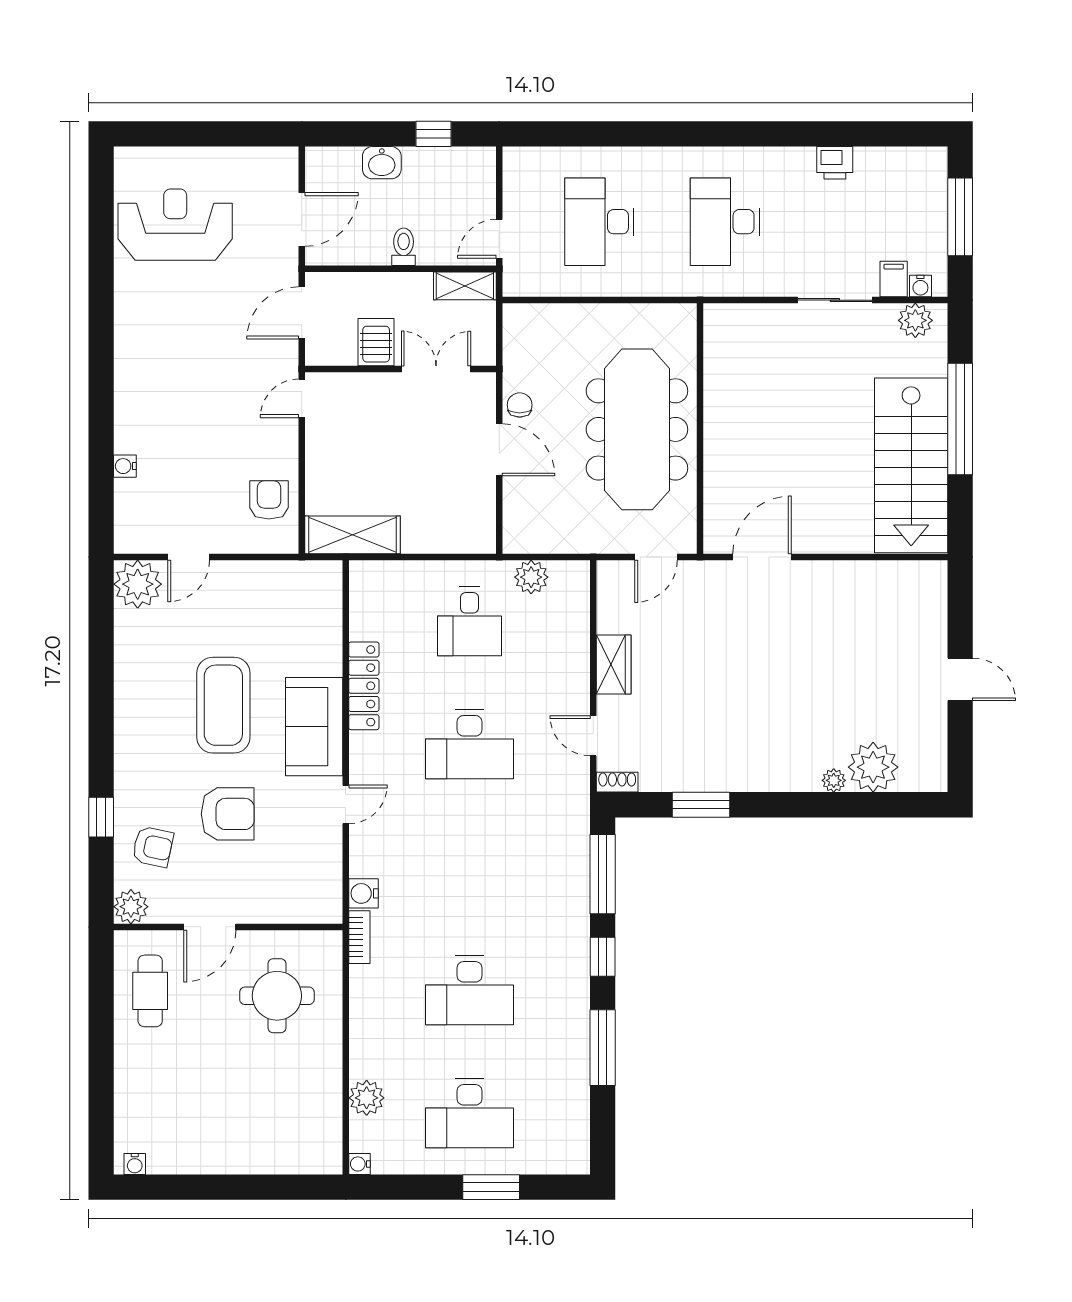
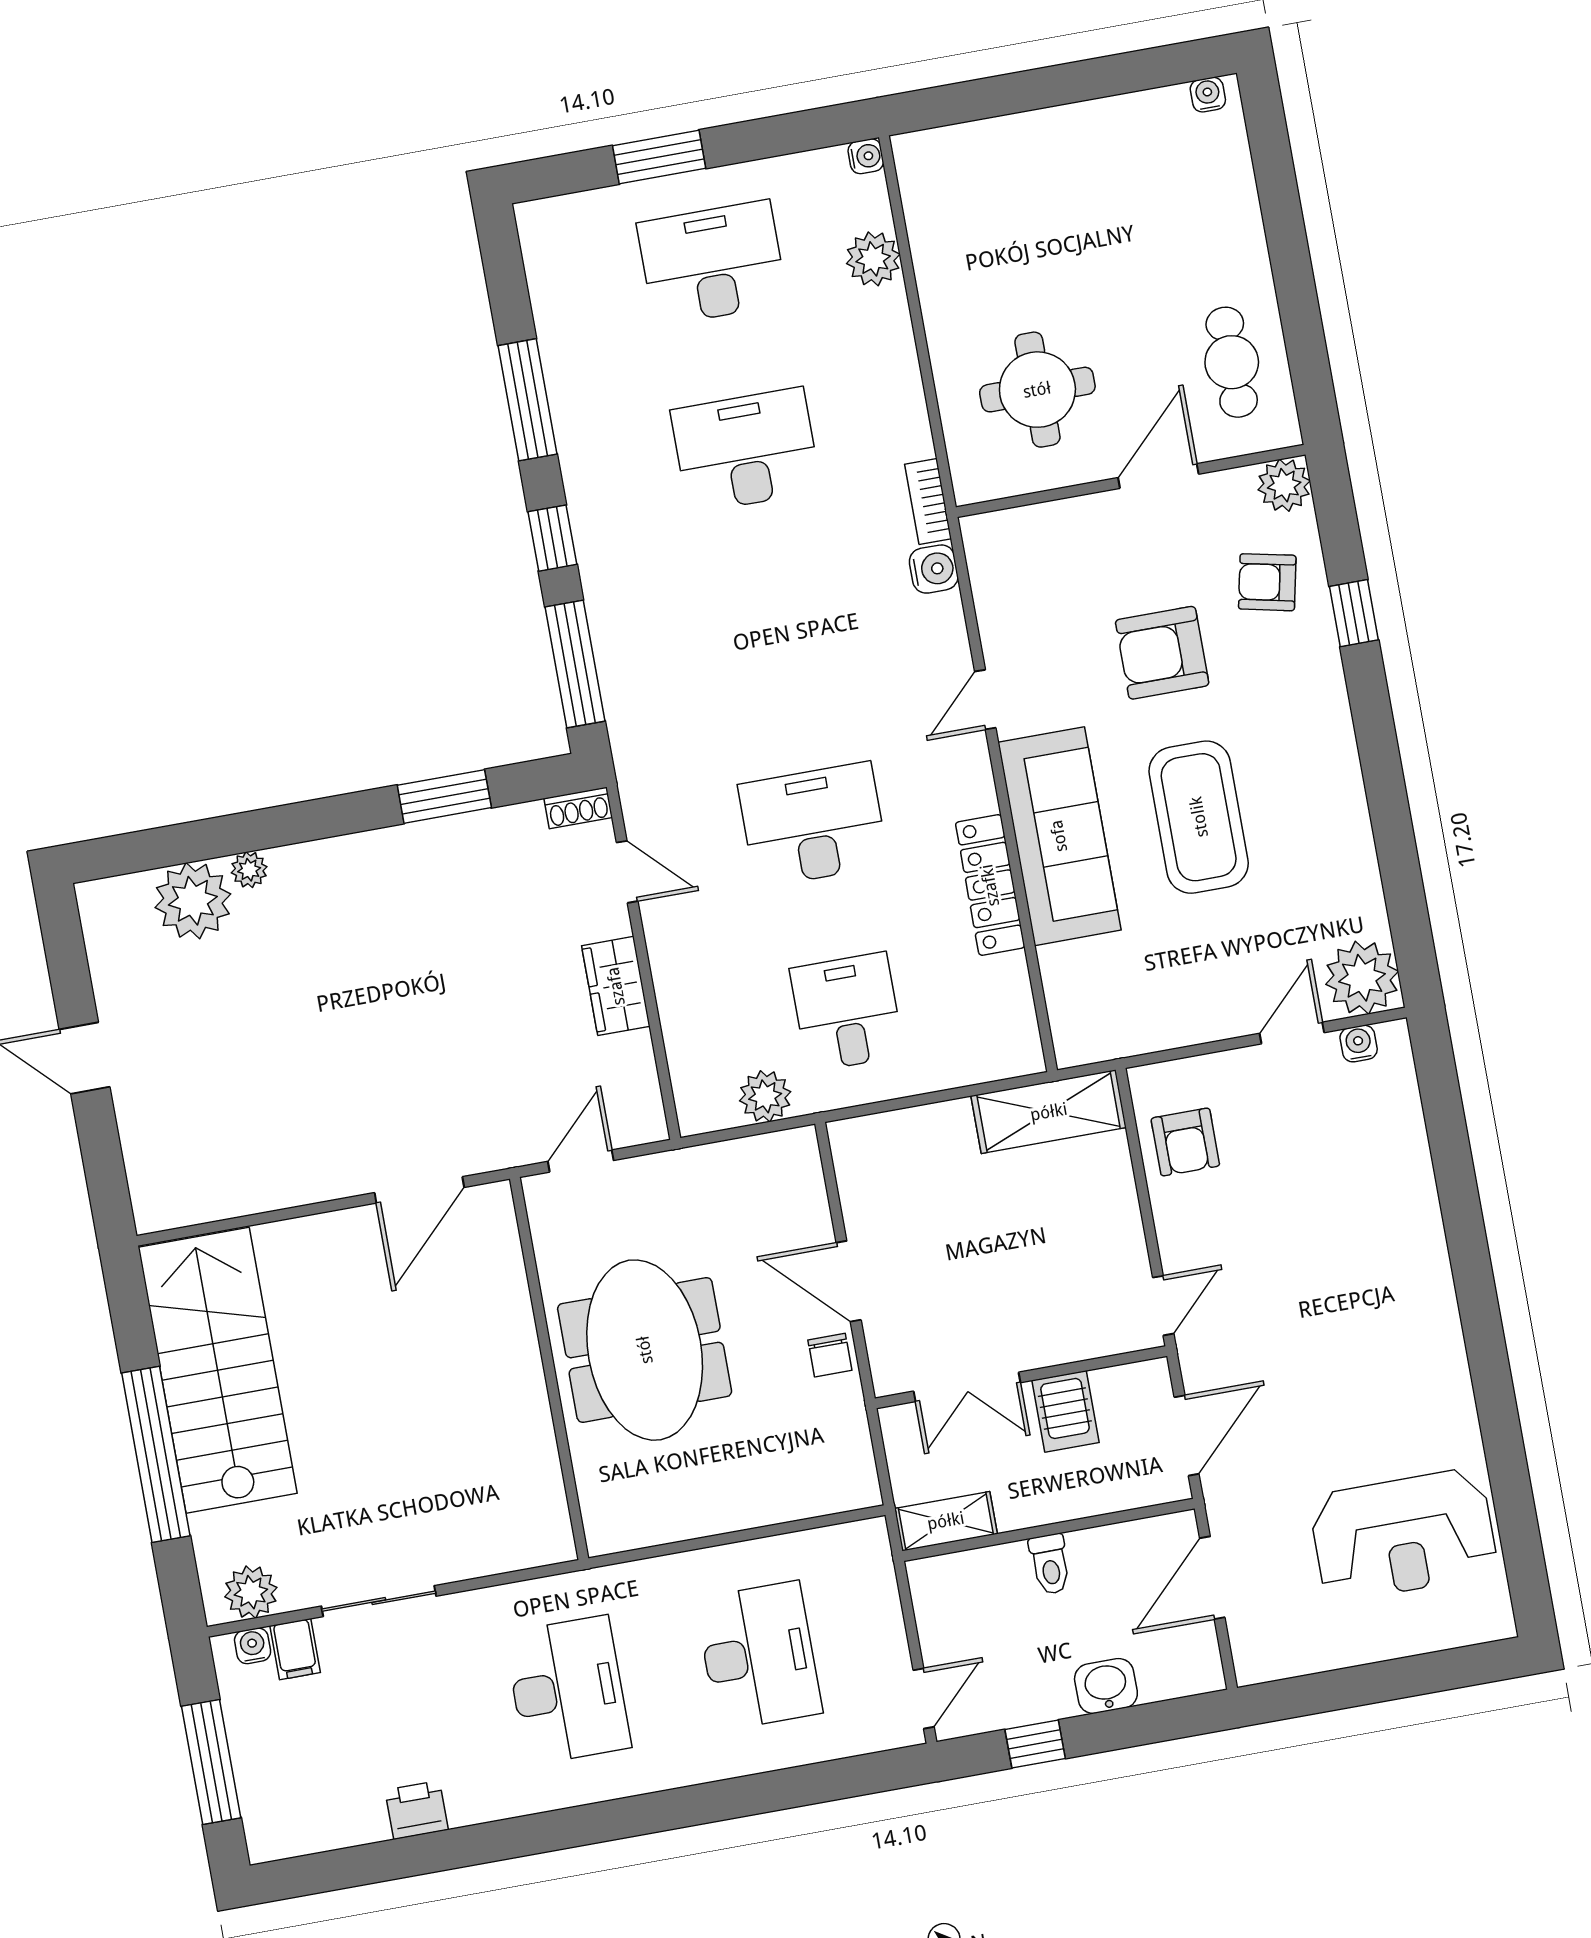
door: (499, 239) -> (924, 1698), moved
meeting table: (637, 429) -> (645, 1350), width x0.73
water cooler: (125, 466) -> (1359, 1044), moved, turned -90
sofa: (314, 727) -> (1059, 836), width x1.36

